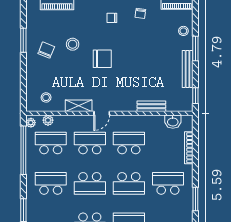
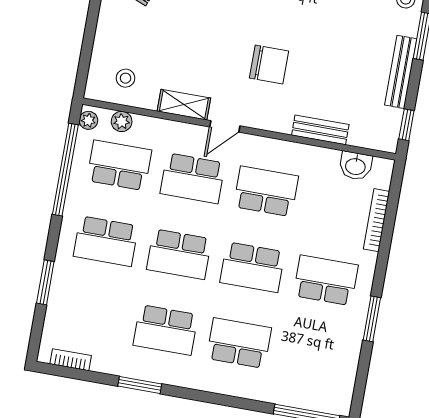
chair: (102, 59) -> (269, 64), moved
school desk: (90, 143) -> (193, 178), turned 180
school desk: (51, 183) -> (106, 241), turned 180

